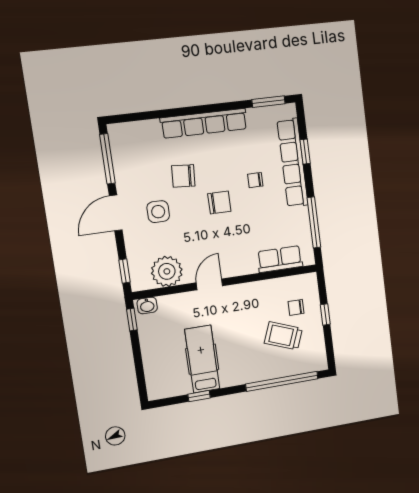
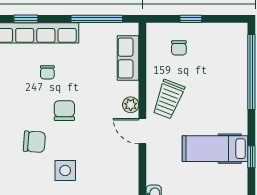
chair: (183, 176) -> (34, 142), turned -90
plant: (167, 271) -> (131, 105), moved, width x0.53, depth x0.53
trolley: (283, 336) -> (168, 99), moved

